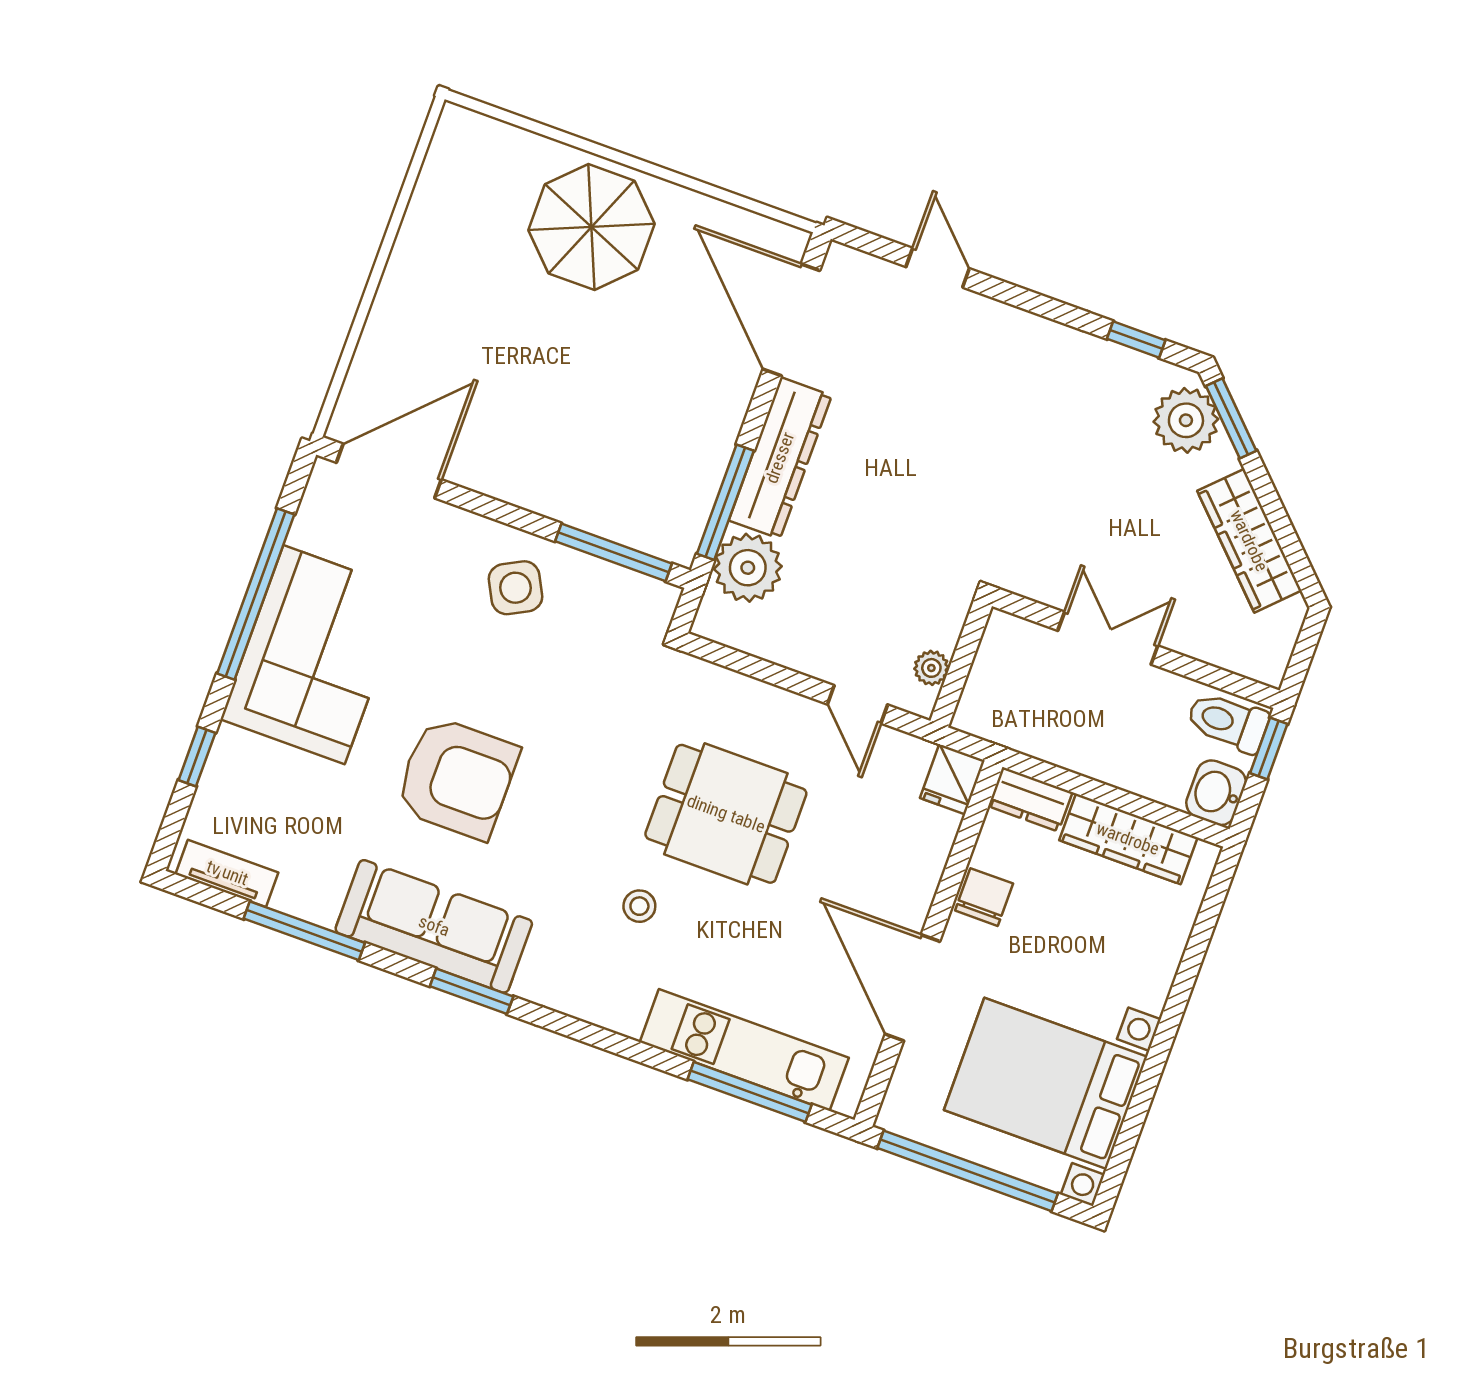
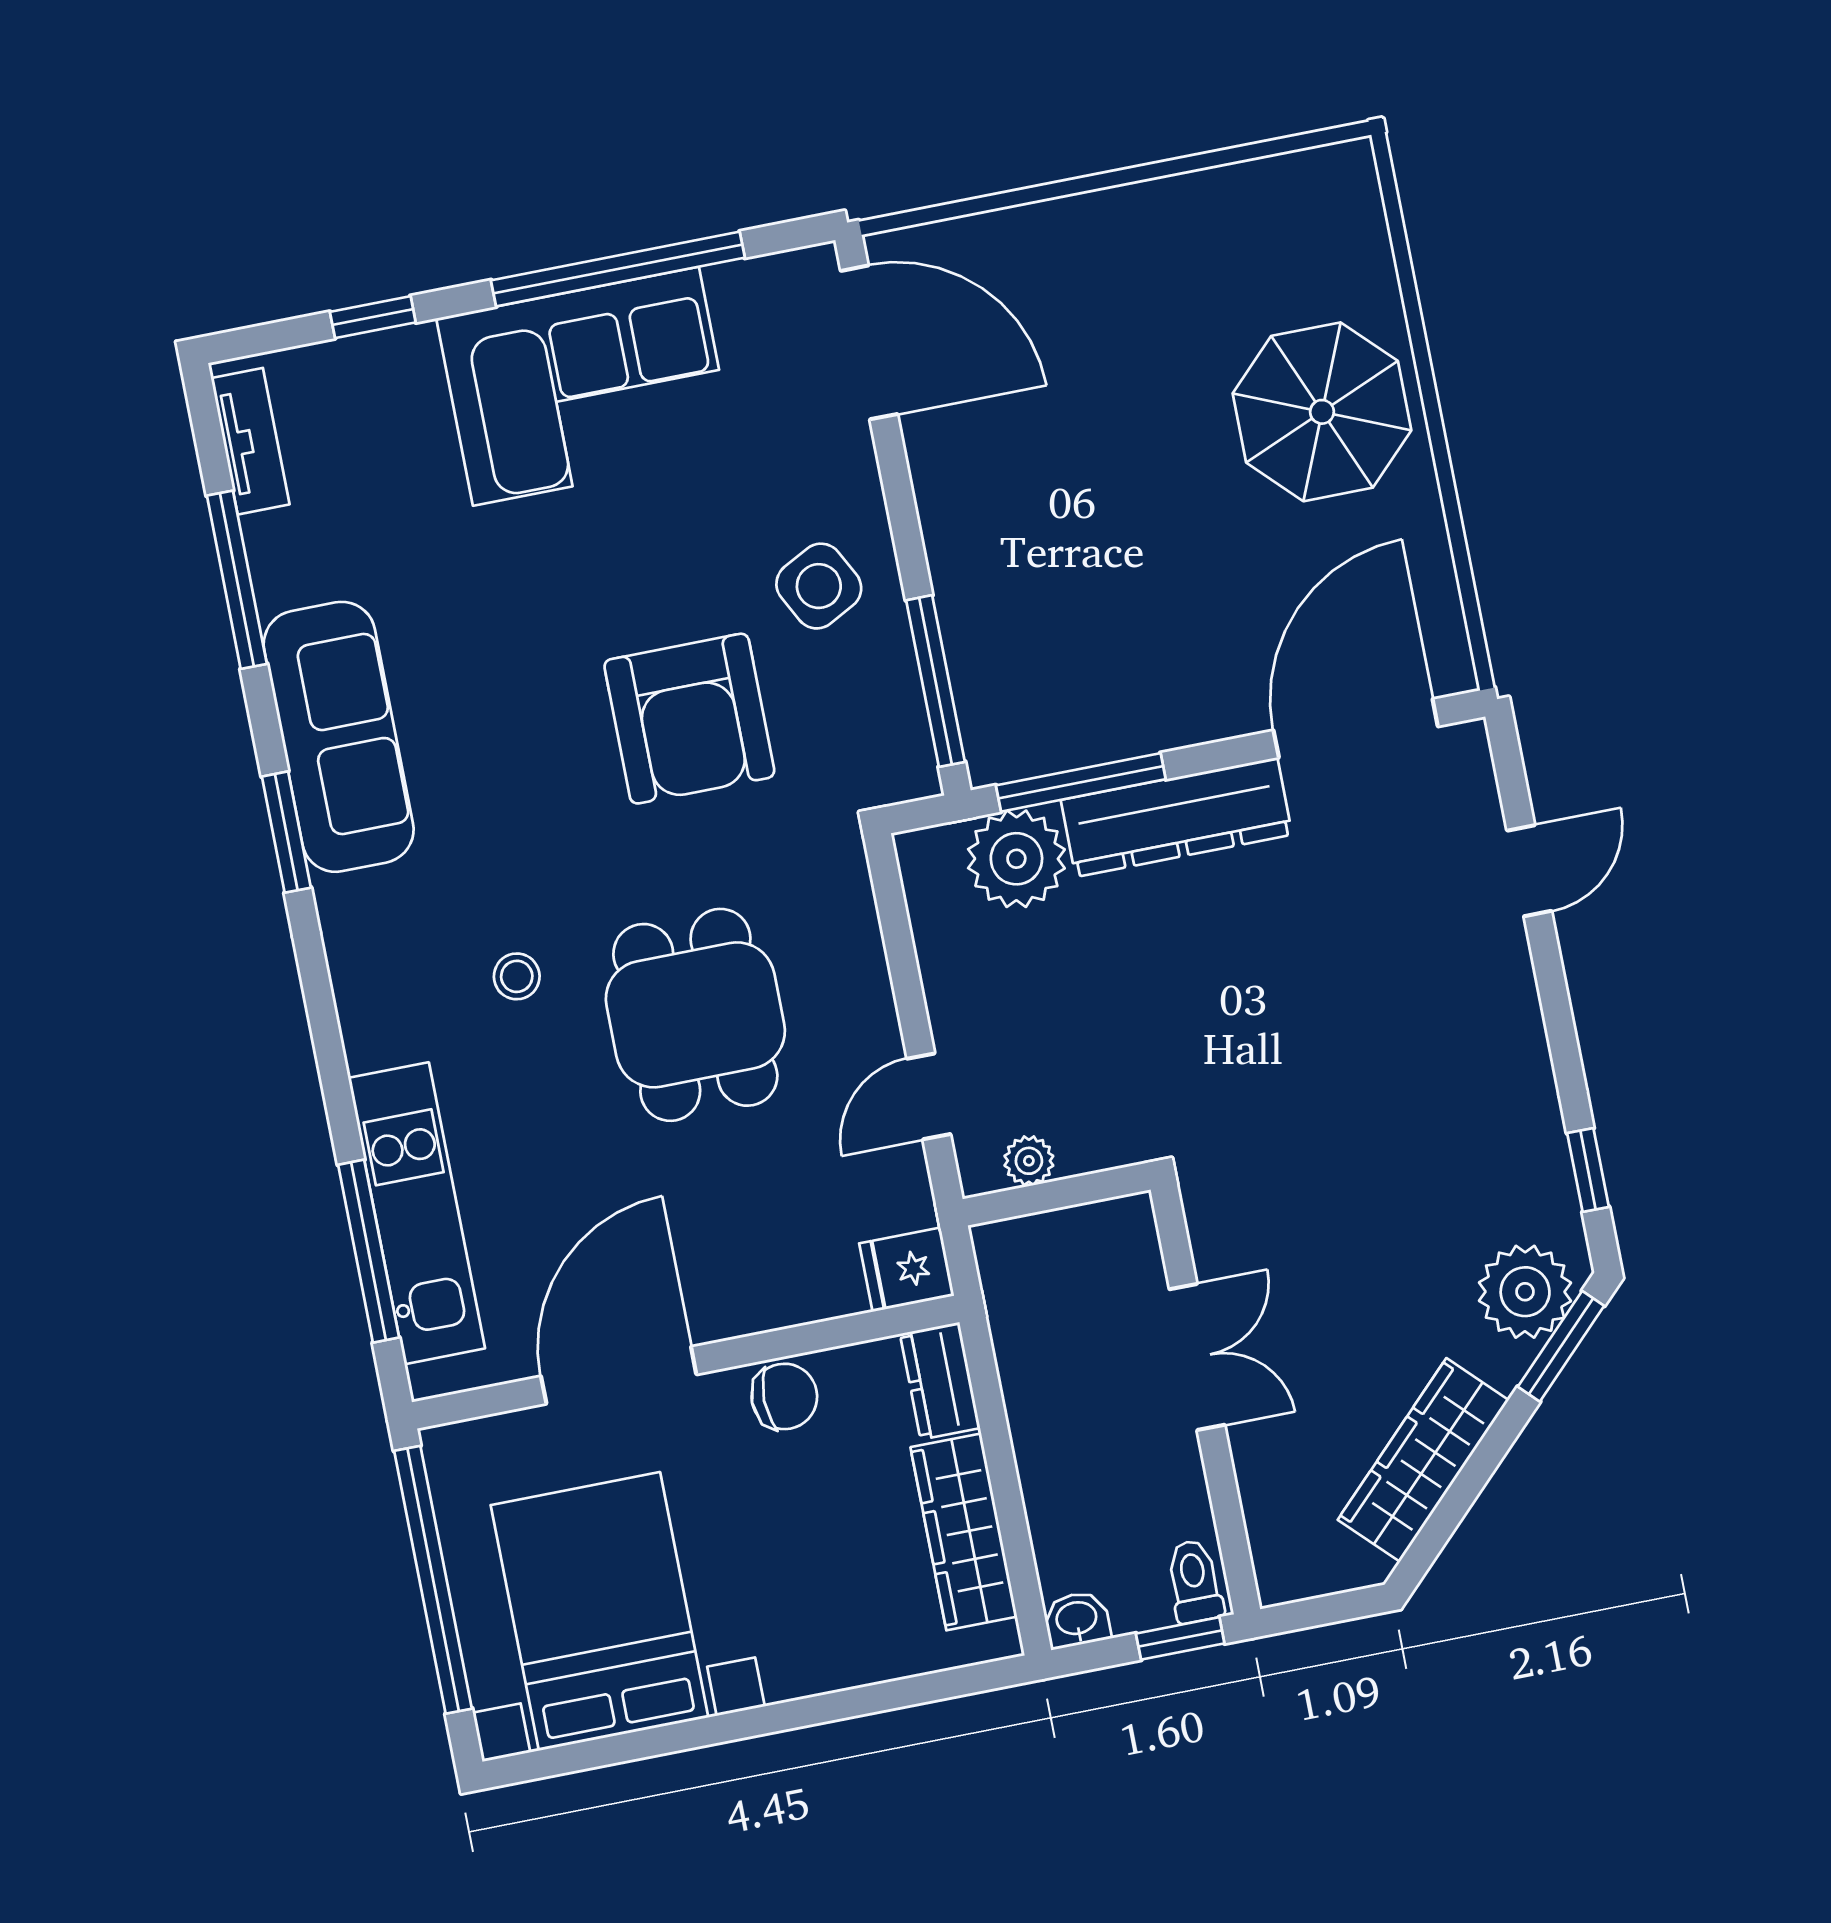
toilet: (1228, 722) -> (1194, 1581), width x0.73, depth x0.72
armchair: (457, 778) -> (689, 719), moved
washbasin: (1216, 793) -> (1077, 1620), width x0.72, depth x0.69

